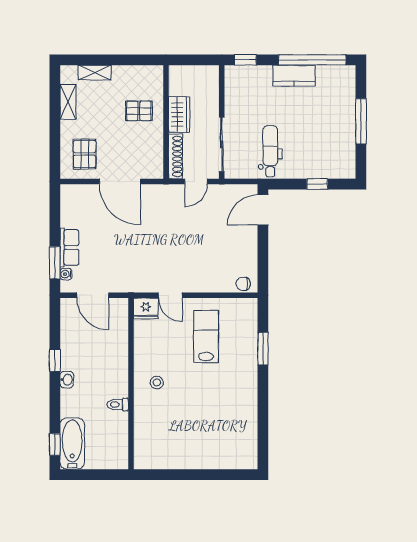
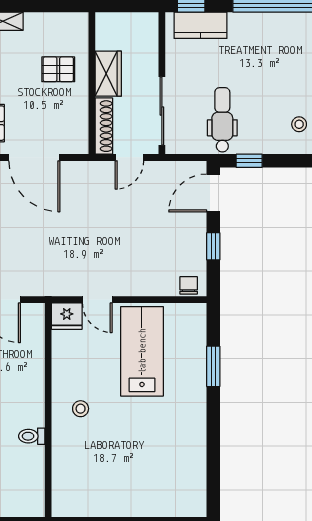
kitchen counter: (294, 76) -> (200, 25), moved
stool: (332, 155) -> (299, 124), added
window: (317, 184) -> (249, 161), moved
window: (263, 253) -> (213, 246), added
chair: (243, 284) -> (189, 285), turned 90
lab bench: (206, 337) -> (142, 351), width x1.36, depth x1.39

